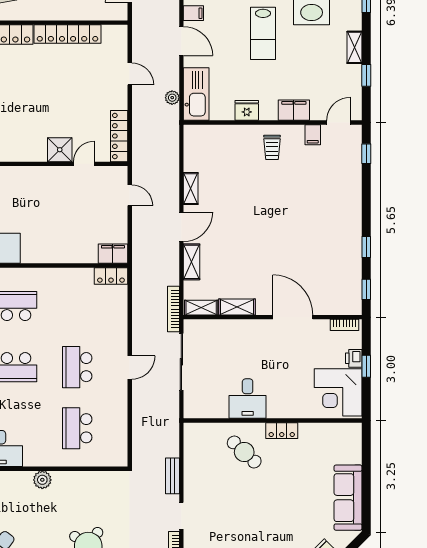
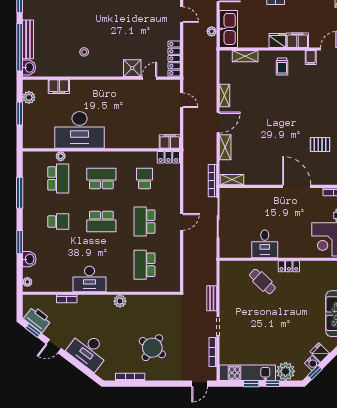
fridge: (247, 110) -> (277, 40), moved
pallet: (326, 258) -> (320, 144), added
school desk: (77, 306) -> (145, 178), added
shelving: (237, 307) -> (245, 56), moved

